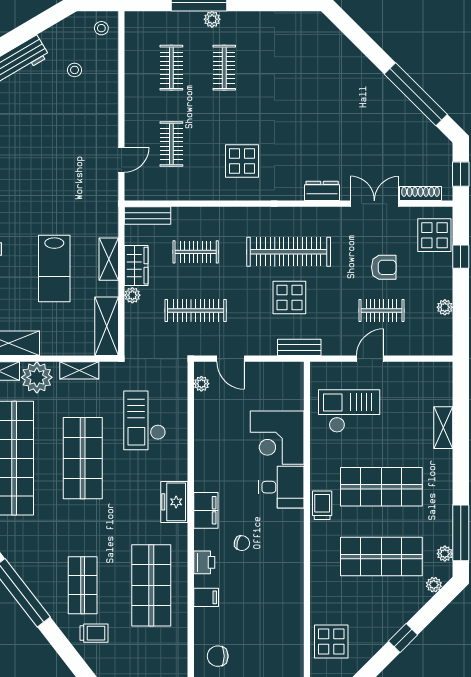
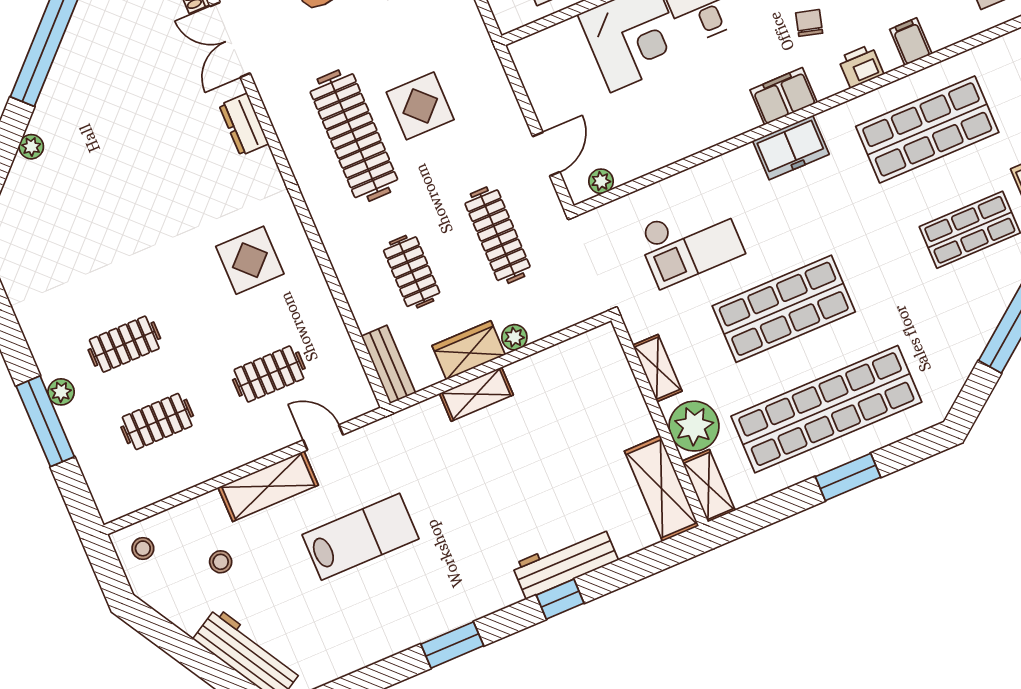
plant: (361, 62) -> (31, 147), added
lab bench: (54, 268) -> (361, 537), moved
shelving: (107, 326) -> (268, 486), moved
bench: (299, 347) -> (487, 61), removed

